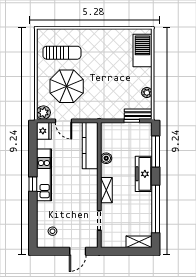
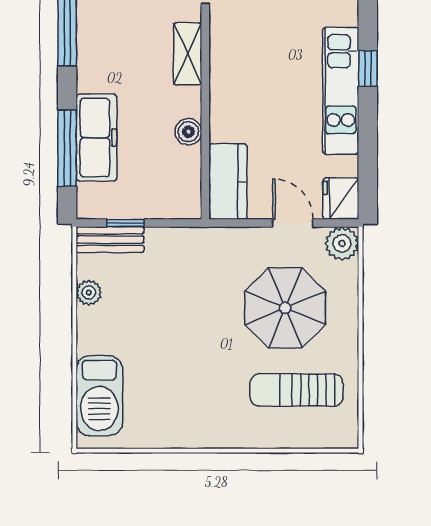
kitchen counter: (90, 146) -> (228, 182), width x0.67
freezer: (144, 174) -> (96, 138), moved

